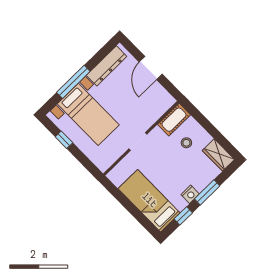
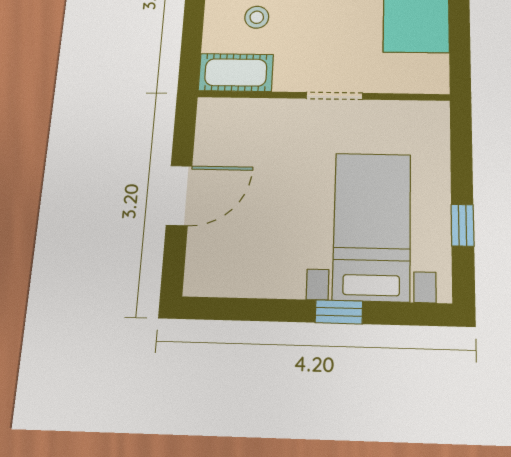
dresser: (107, 66) -> (249, 279), removed
window: (73, 82) -> (339, 312), width x0.46

